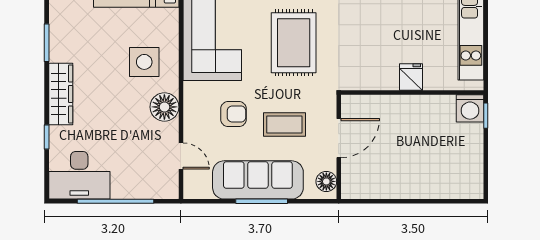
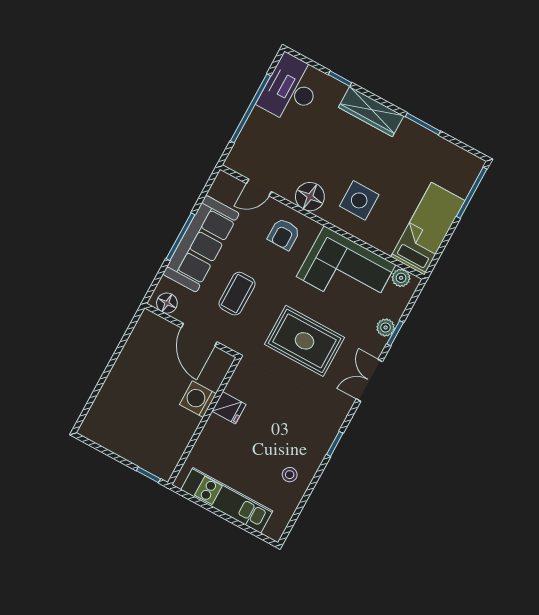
fridge: (411, 77) -> (229, 408), moved
washing machine: (470, 108) -> (198, 399), moved
armchair: (233, 114) -> (284, 234), moved

